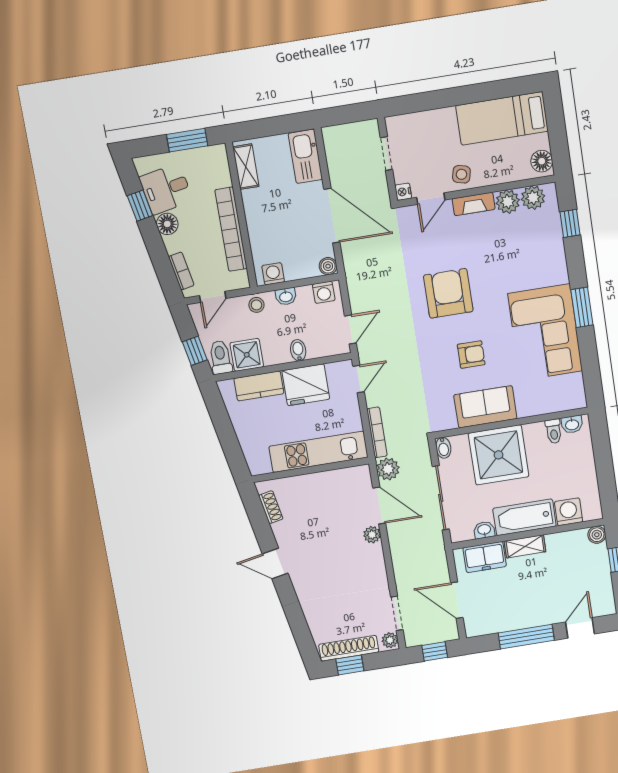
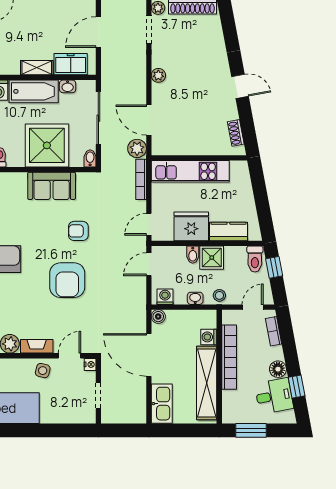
shelving: (246, 167) -> (207, 383), width x2.20, depth x1.33
washing machine: (273, 274) -> (209, 337), moved, turned 90
shower: (247, 355) -> (212, 258), moved
armchair: (471, 355) -> (78, 231), moved
plant: (372, 535) -> (158, 75), moved
door: (457, 600) -> (98, 32), swing flipped

